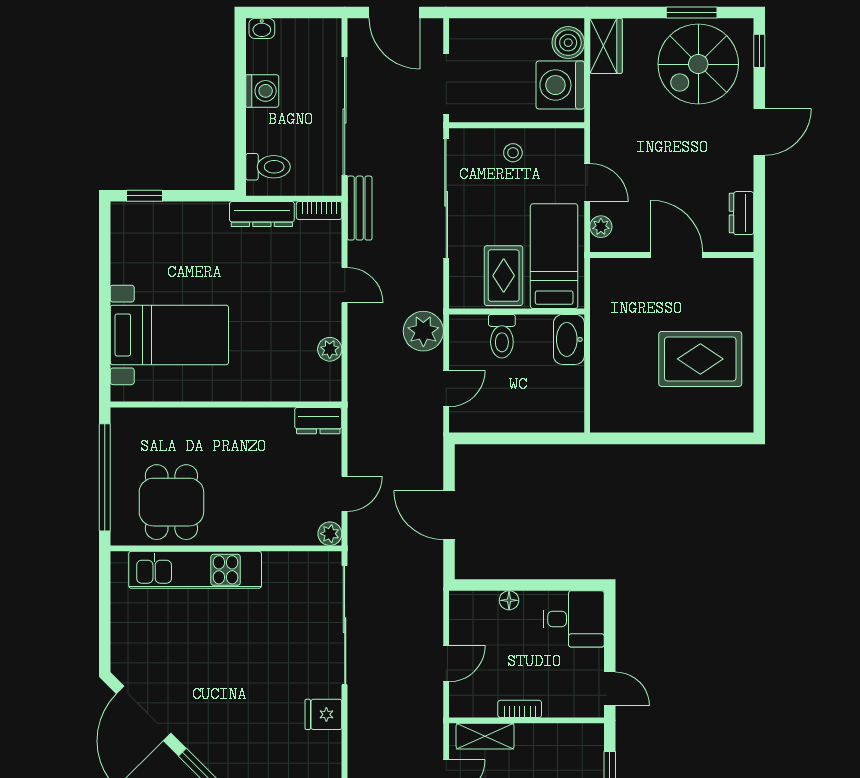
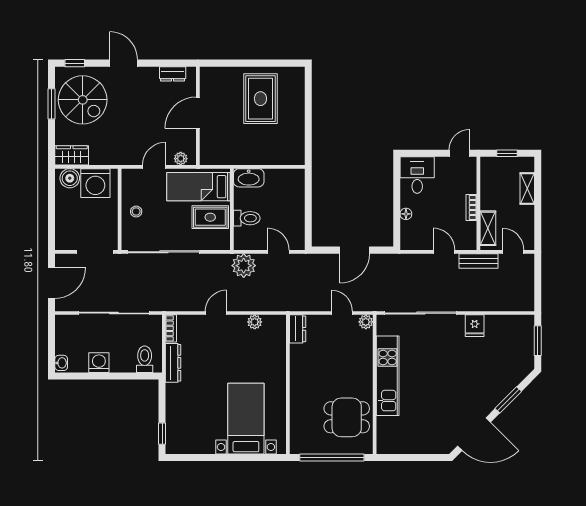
bench: (360, 208) -> (478, 261), moved
kitchen unit: (195, 570) -> (388, 376), moved

